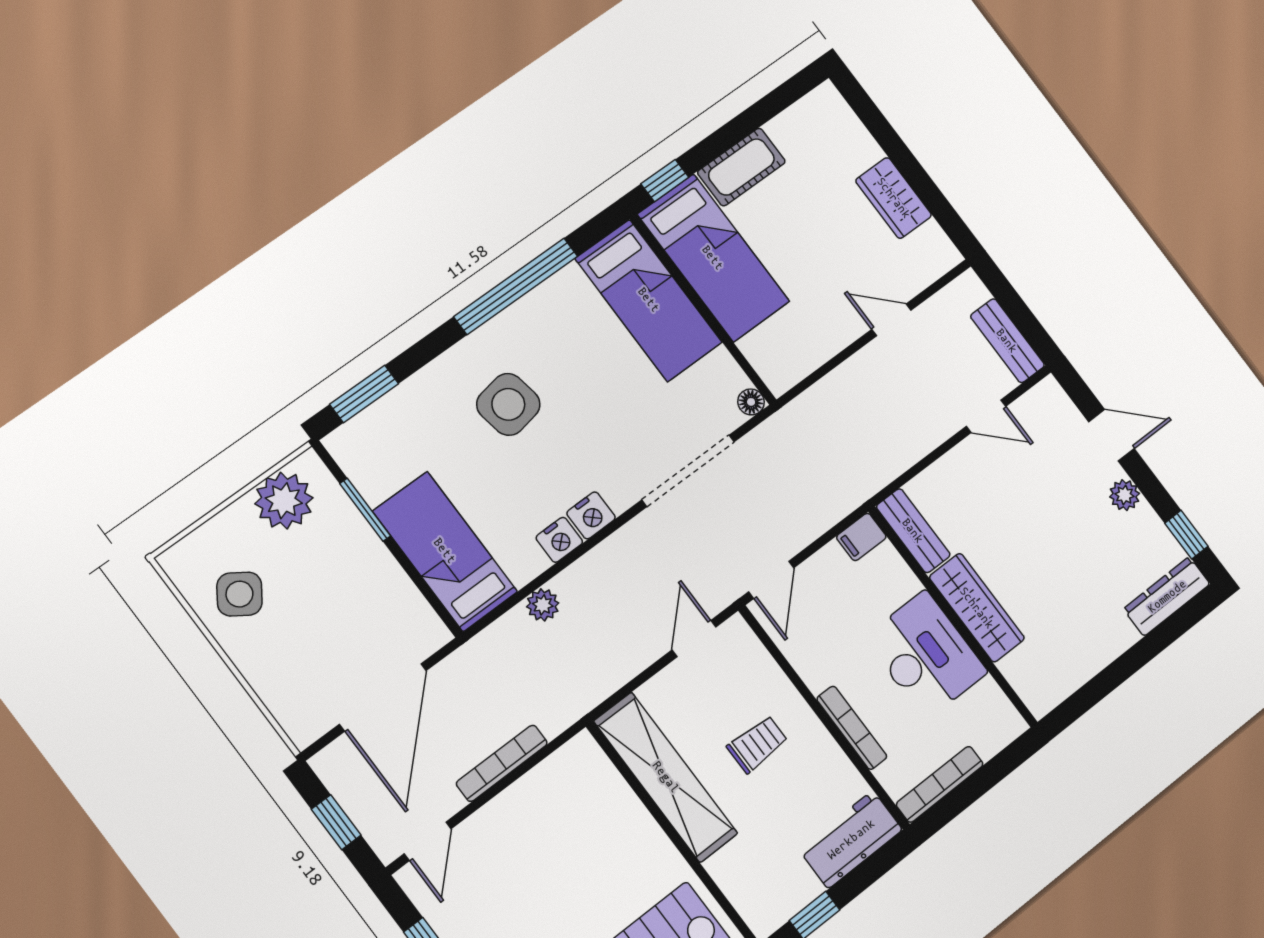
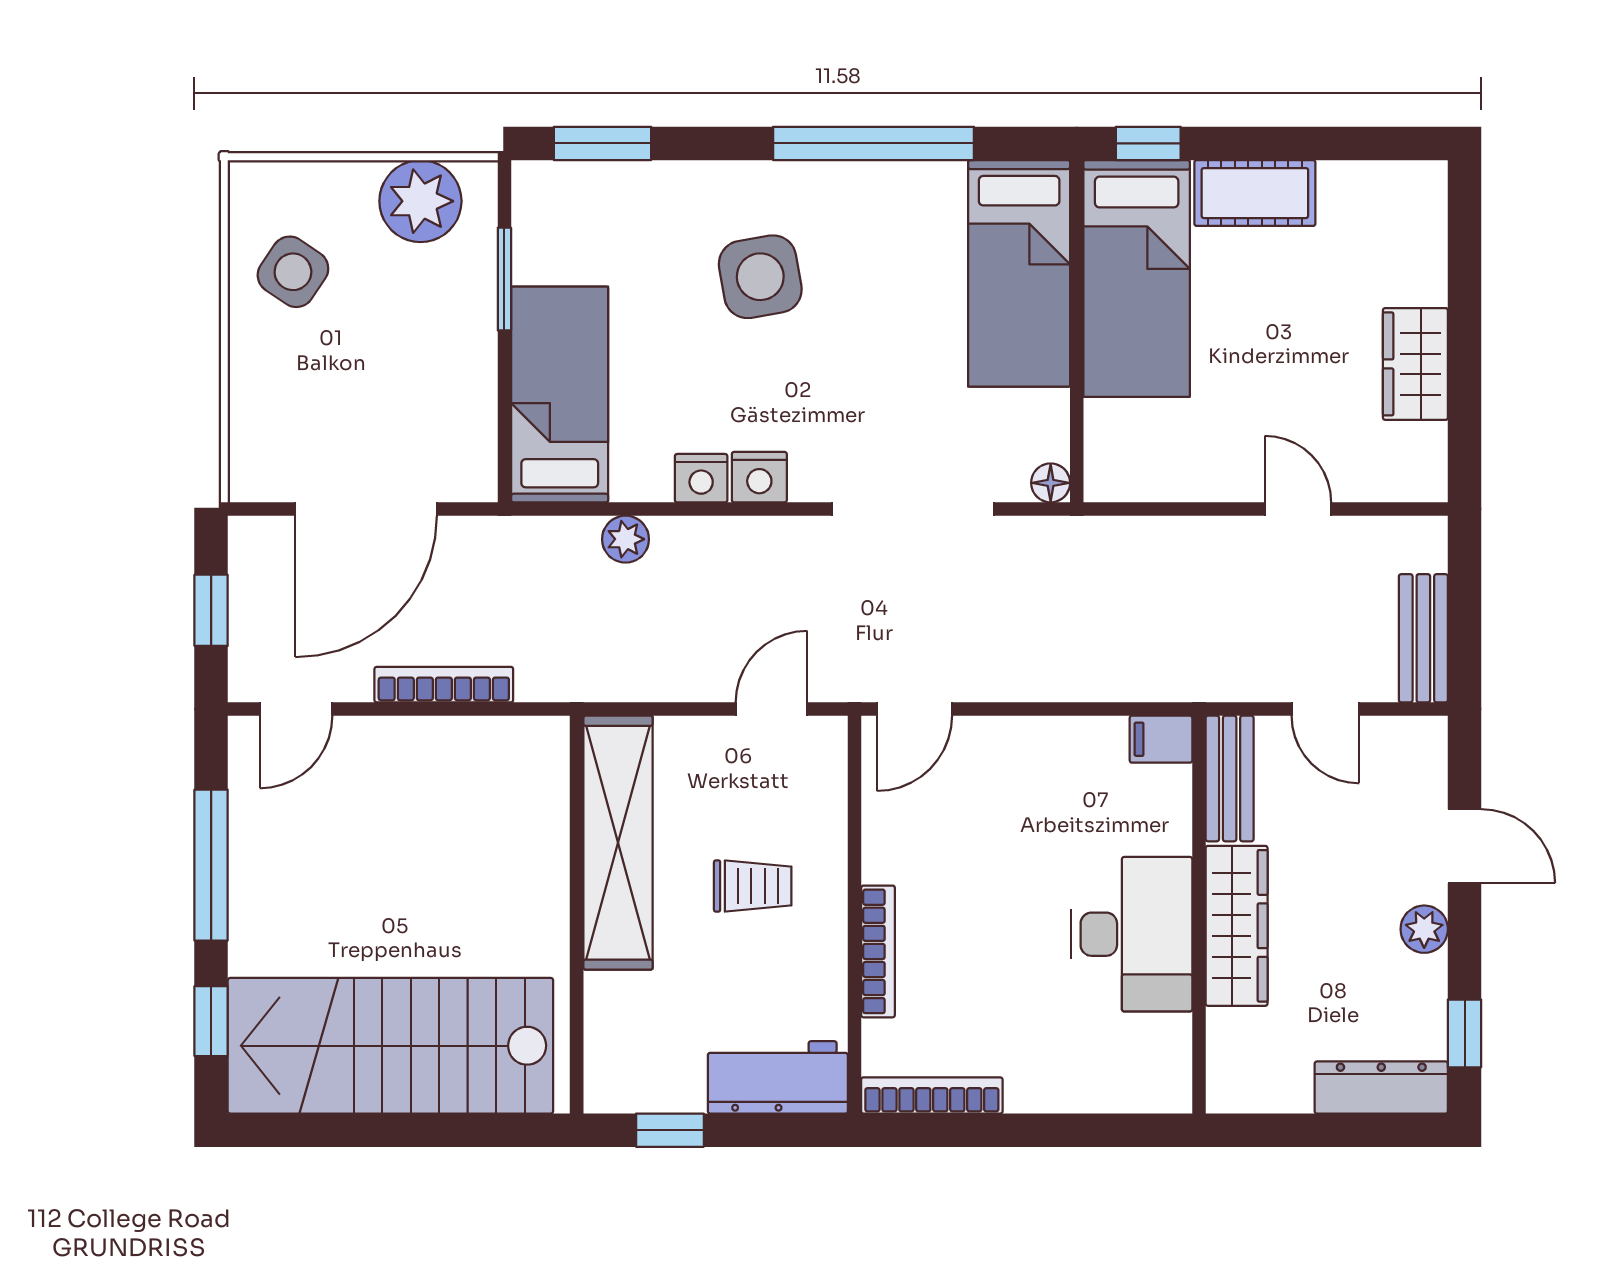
bench: (913, 531) -> (1230, 779), moved
filing cabinet: (861, 537) -> (1161, 739), moved
wardrobe: (977, 608) -> (1237, 926), moved
wall: (953, 617) -> (1199, 915), moved
desk: (926, 655) -> (1132, 934), moved

